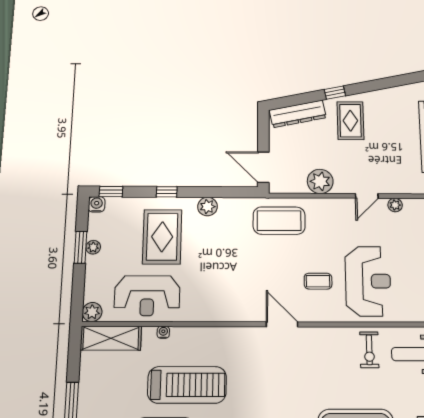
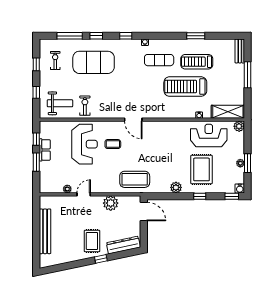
reception desk: (368, 281) -> (84, 144), turned 180

